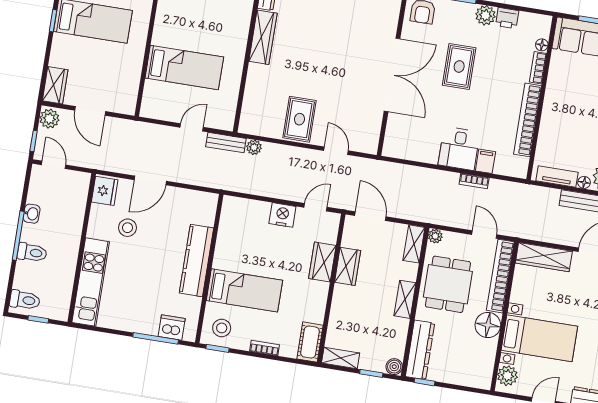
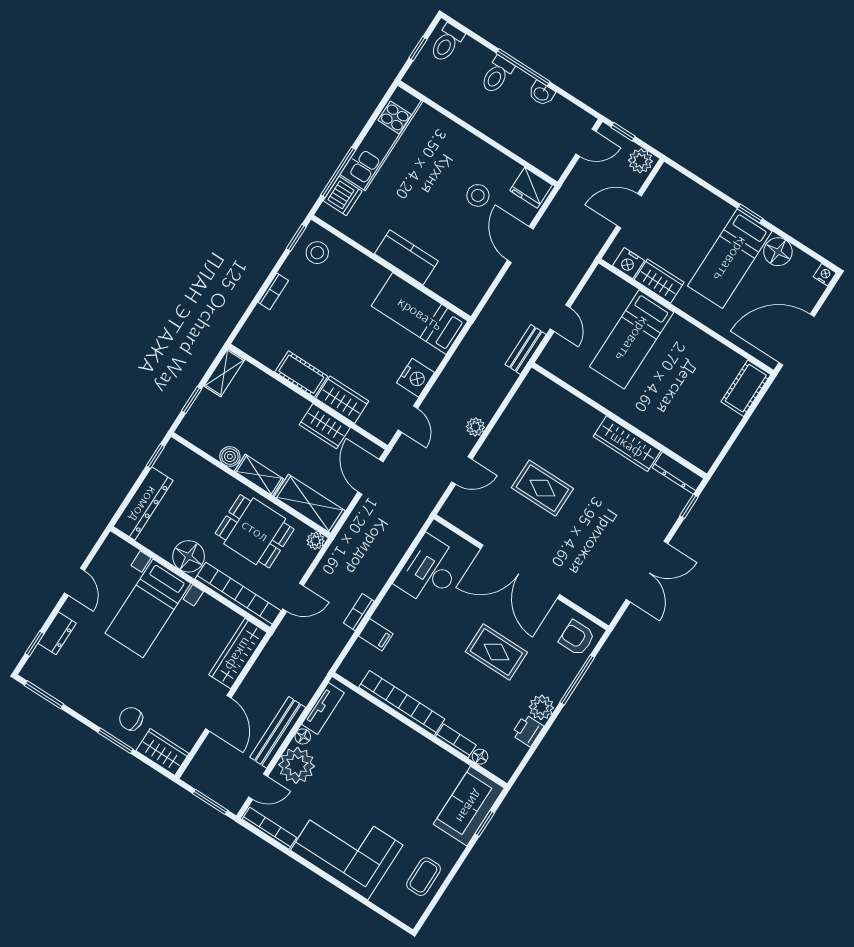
wardrobe: (55, 85) -> (659, 281), moved, turned 180
nightstand: (129, 94) -> (628, 263), added
rug: (299, 119) -> (542, 488), moved
plant: (254, 147) -> (475, 427), moved
desk: (459, 149) -> (429, 571), moved, width x1.37
door: (370, 216) -> (371, 477), swing flipped
shelving: (414, 244) -> (310, 504), width x1.50, depth x1.33
kitchen counter: (196, 261) -> (406, 257), width x0.67
kitchen unit: (91, 282) -> (381, 138), moved, turned -90
bed: (244, 290) -> (420, 314), moved, turned 90
cot: (310, 342) -> (301, 374), moved
dresser: (420, 350) -> (143, 504), moved, turned -90
boiler: (394, 367) -> (230, 456), moved
plant: (507, 376) -> (121, 553), removed

